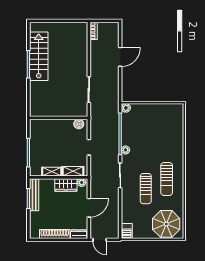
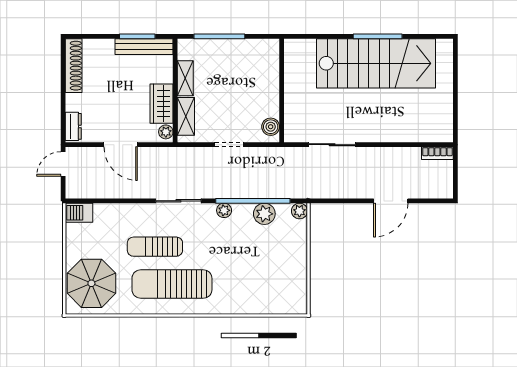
stairs: (39, 56) -> (376, 63), width x1.36, depth x1.51
door: (120, 57) -> (391, 201), hinge flipped
plant: (127, 127) -> (264, 214), added
sun lounger: (167, 179) -> (172, 284), width x1.36, depth x1.34
shoe rack: (55, 234) -> (74, 66), moved

